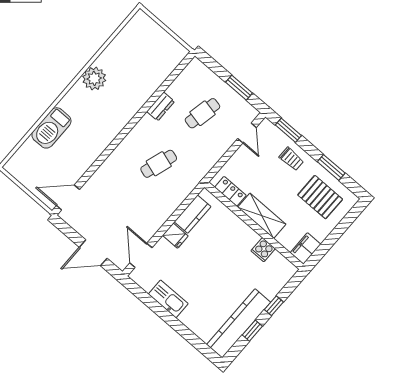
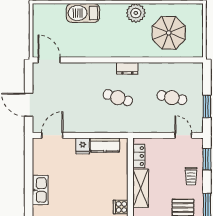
parasol: (139, 64) -> (169, 33), added
dresser: (161, 106) -> (127, 68), moved
door: (247, 133) -> (183, 135), swing flipped
kitchen sink: (168, 299) -> (40, 190), moved

